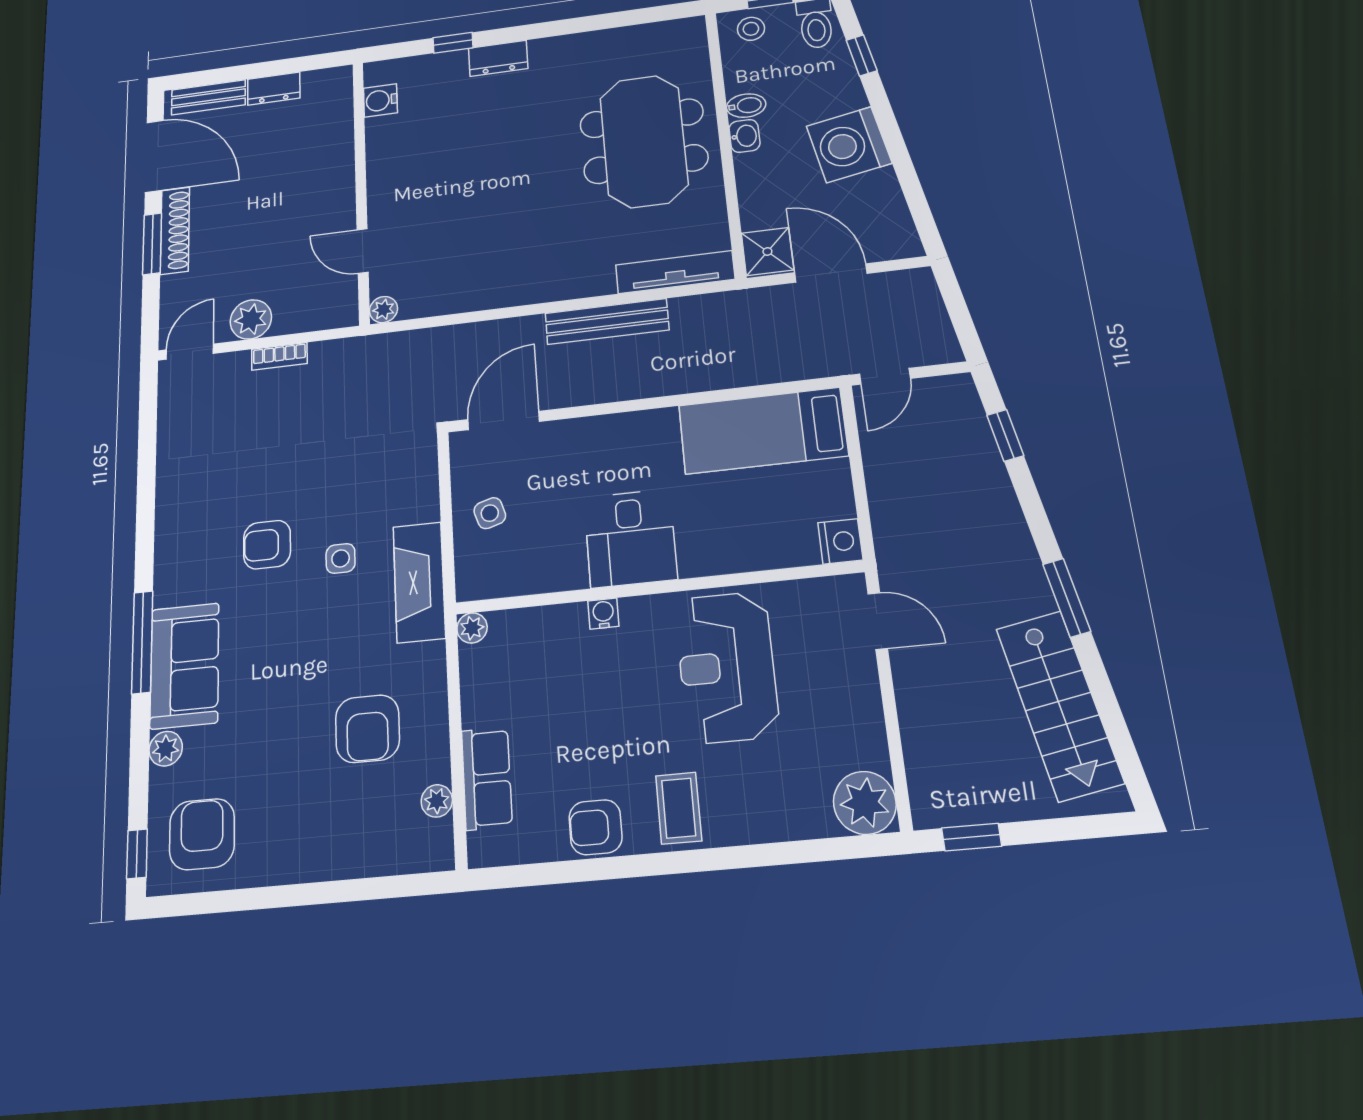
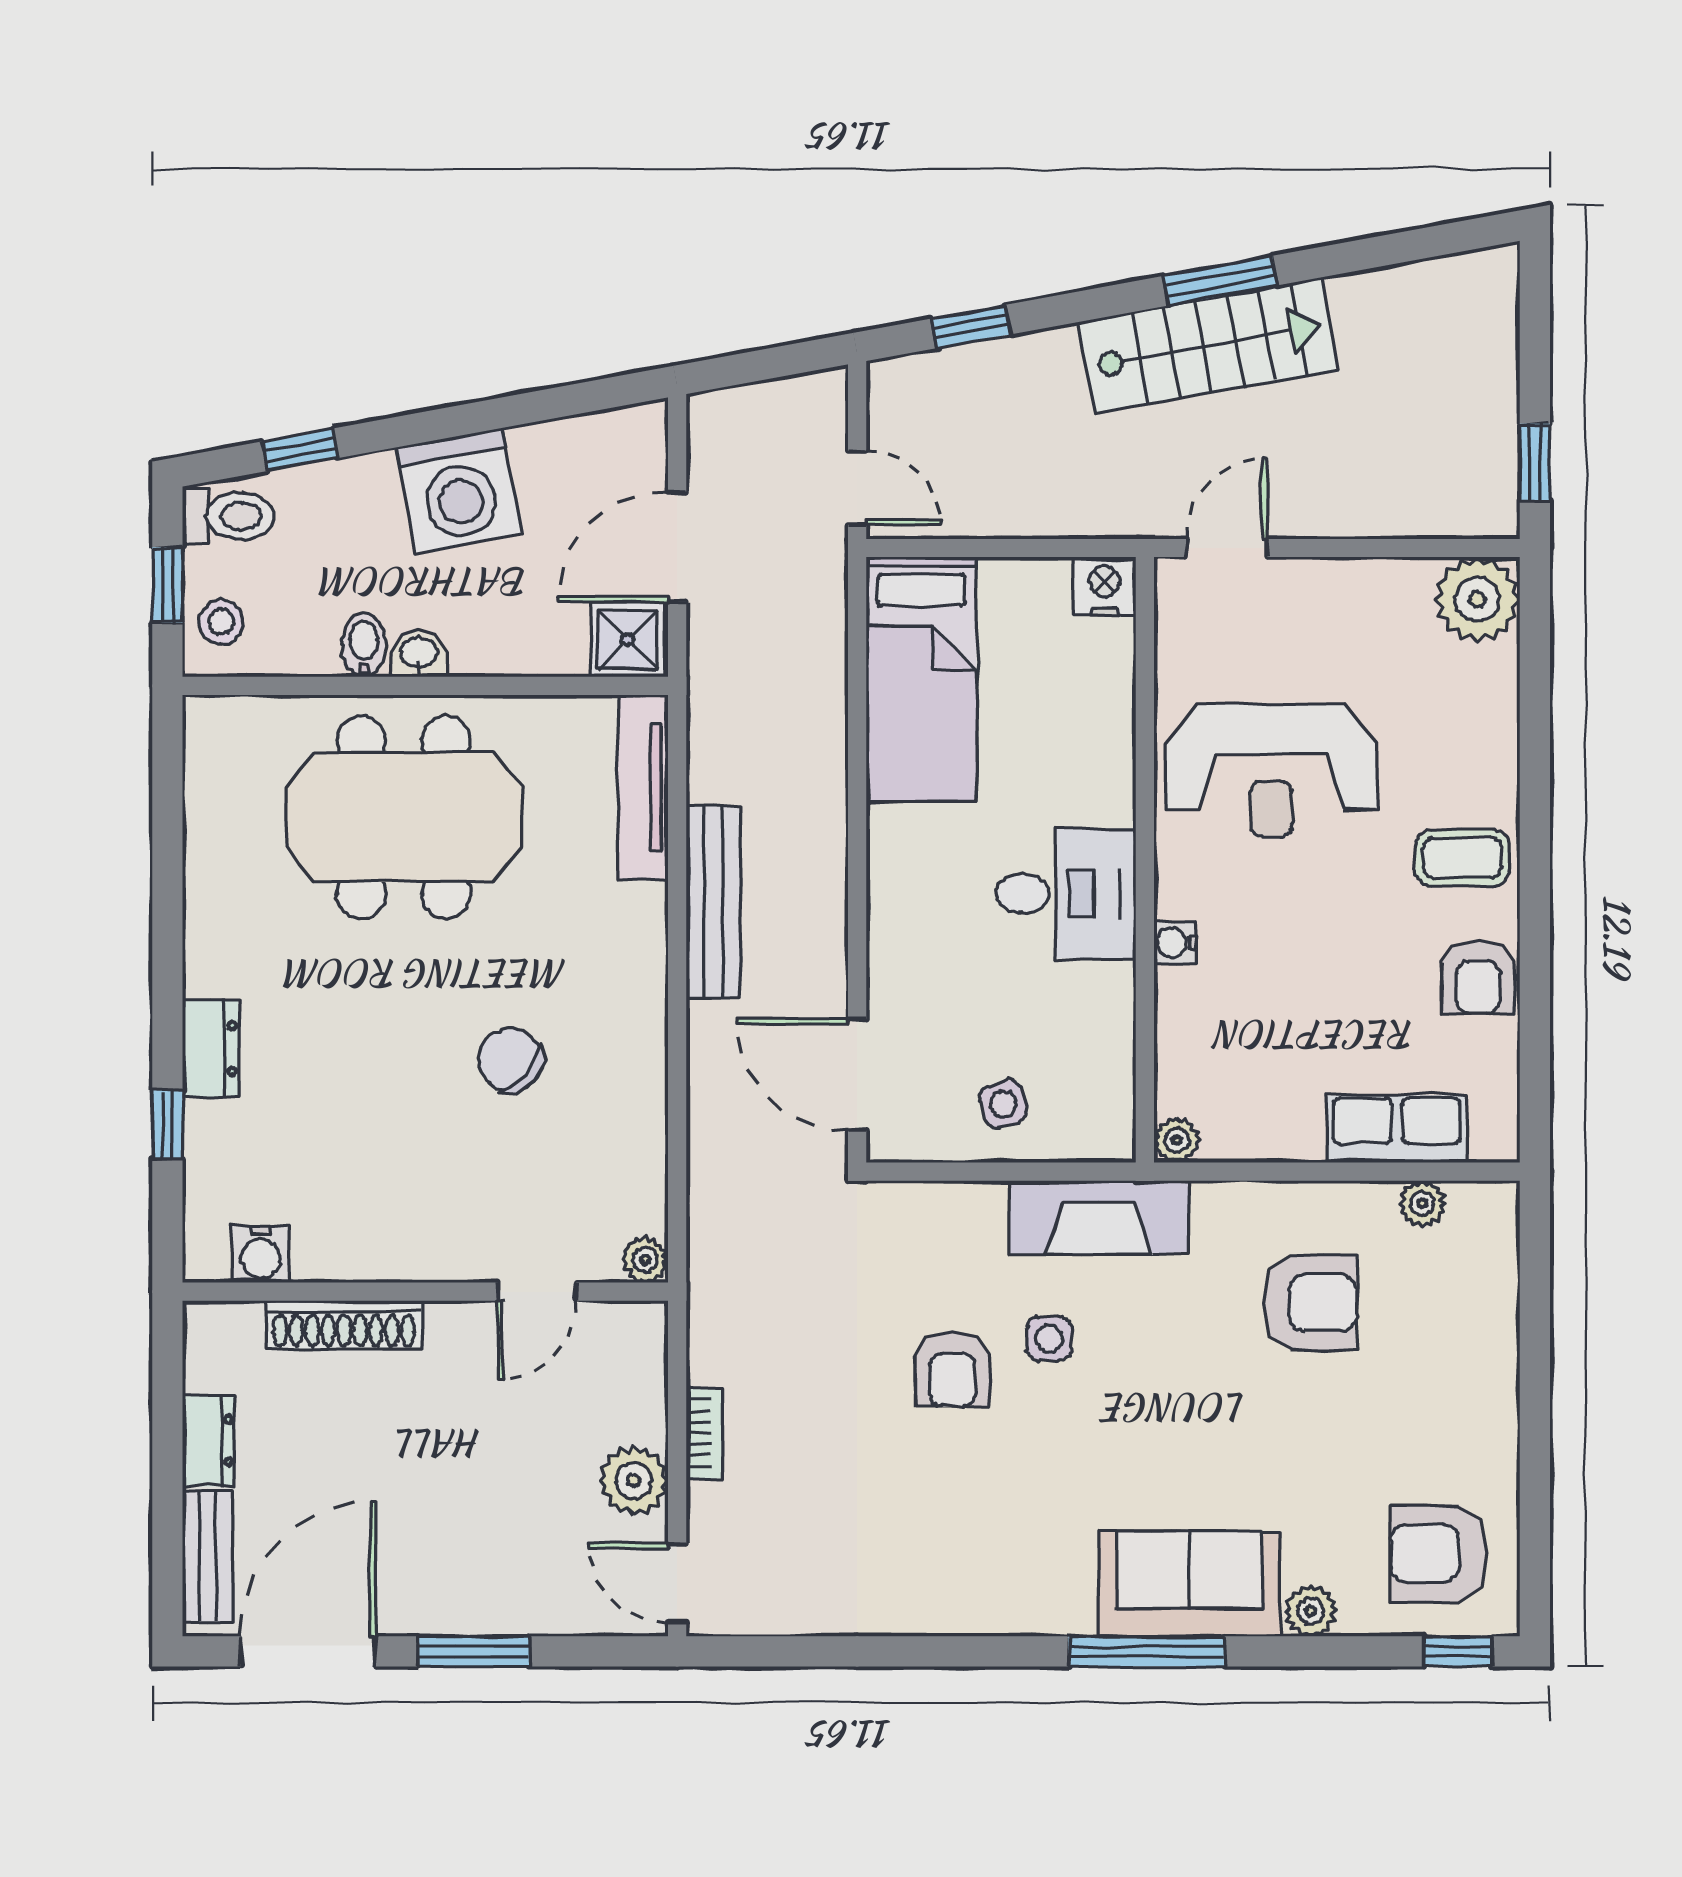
chair: (501, 219) -> (510, 1060), added
shoe rack: (175, 231) -> (344, 1325), moved, turned 180
armchair: (267, 545) -> (952, 1370), moved
stairs: (1059, 705) -> (1208, 346), moved

